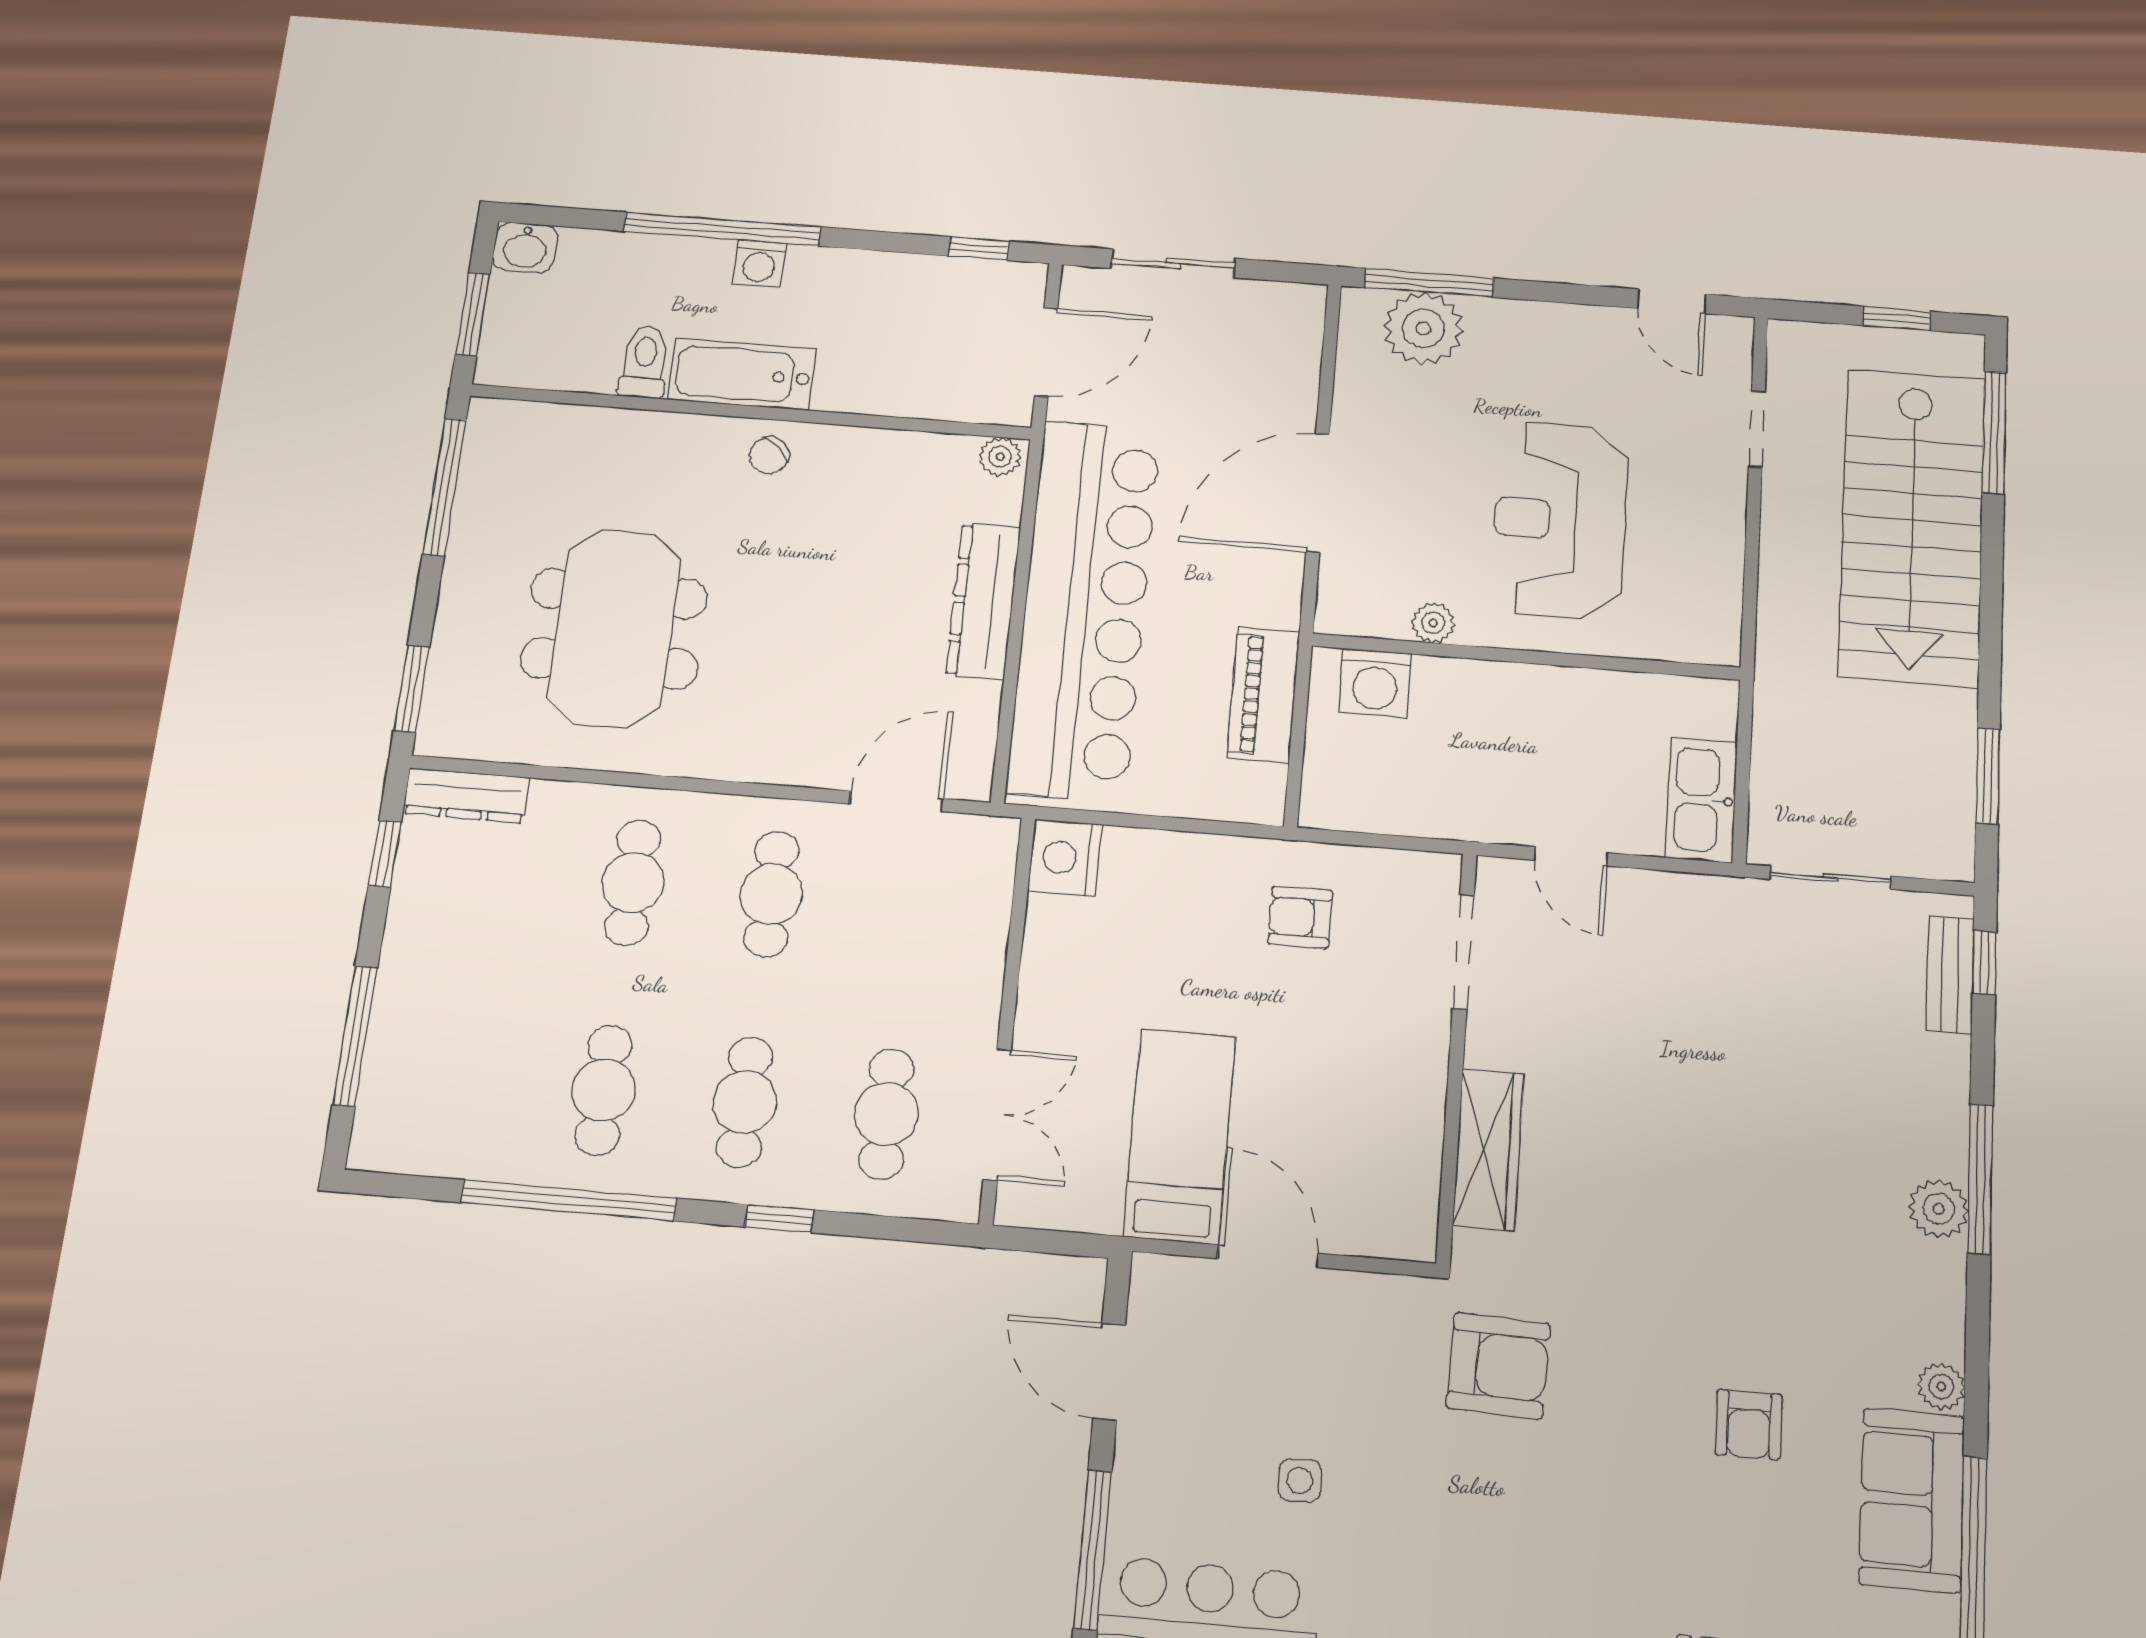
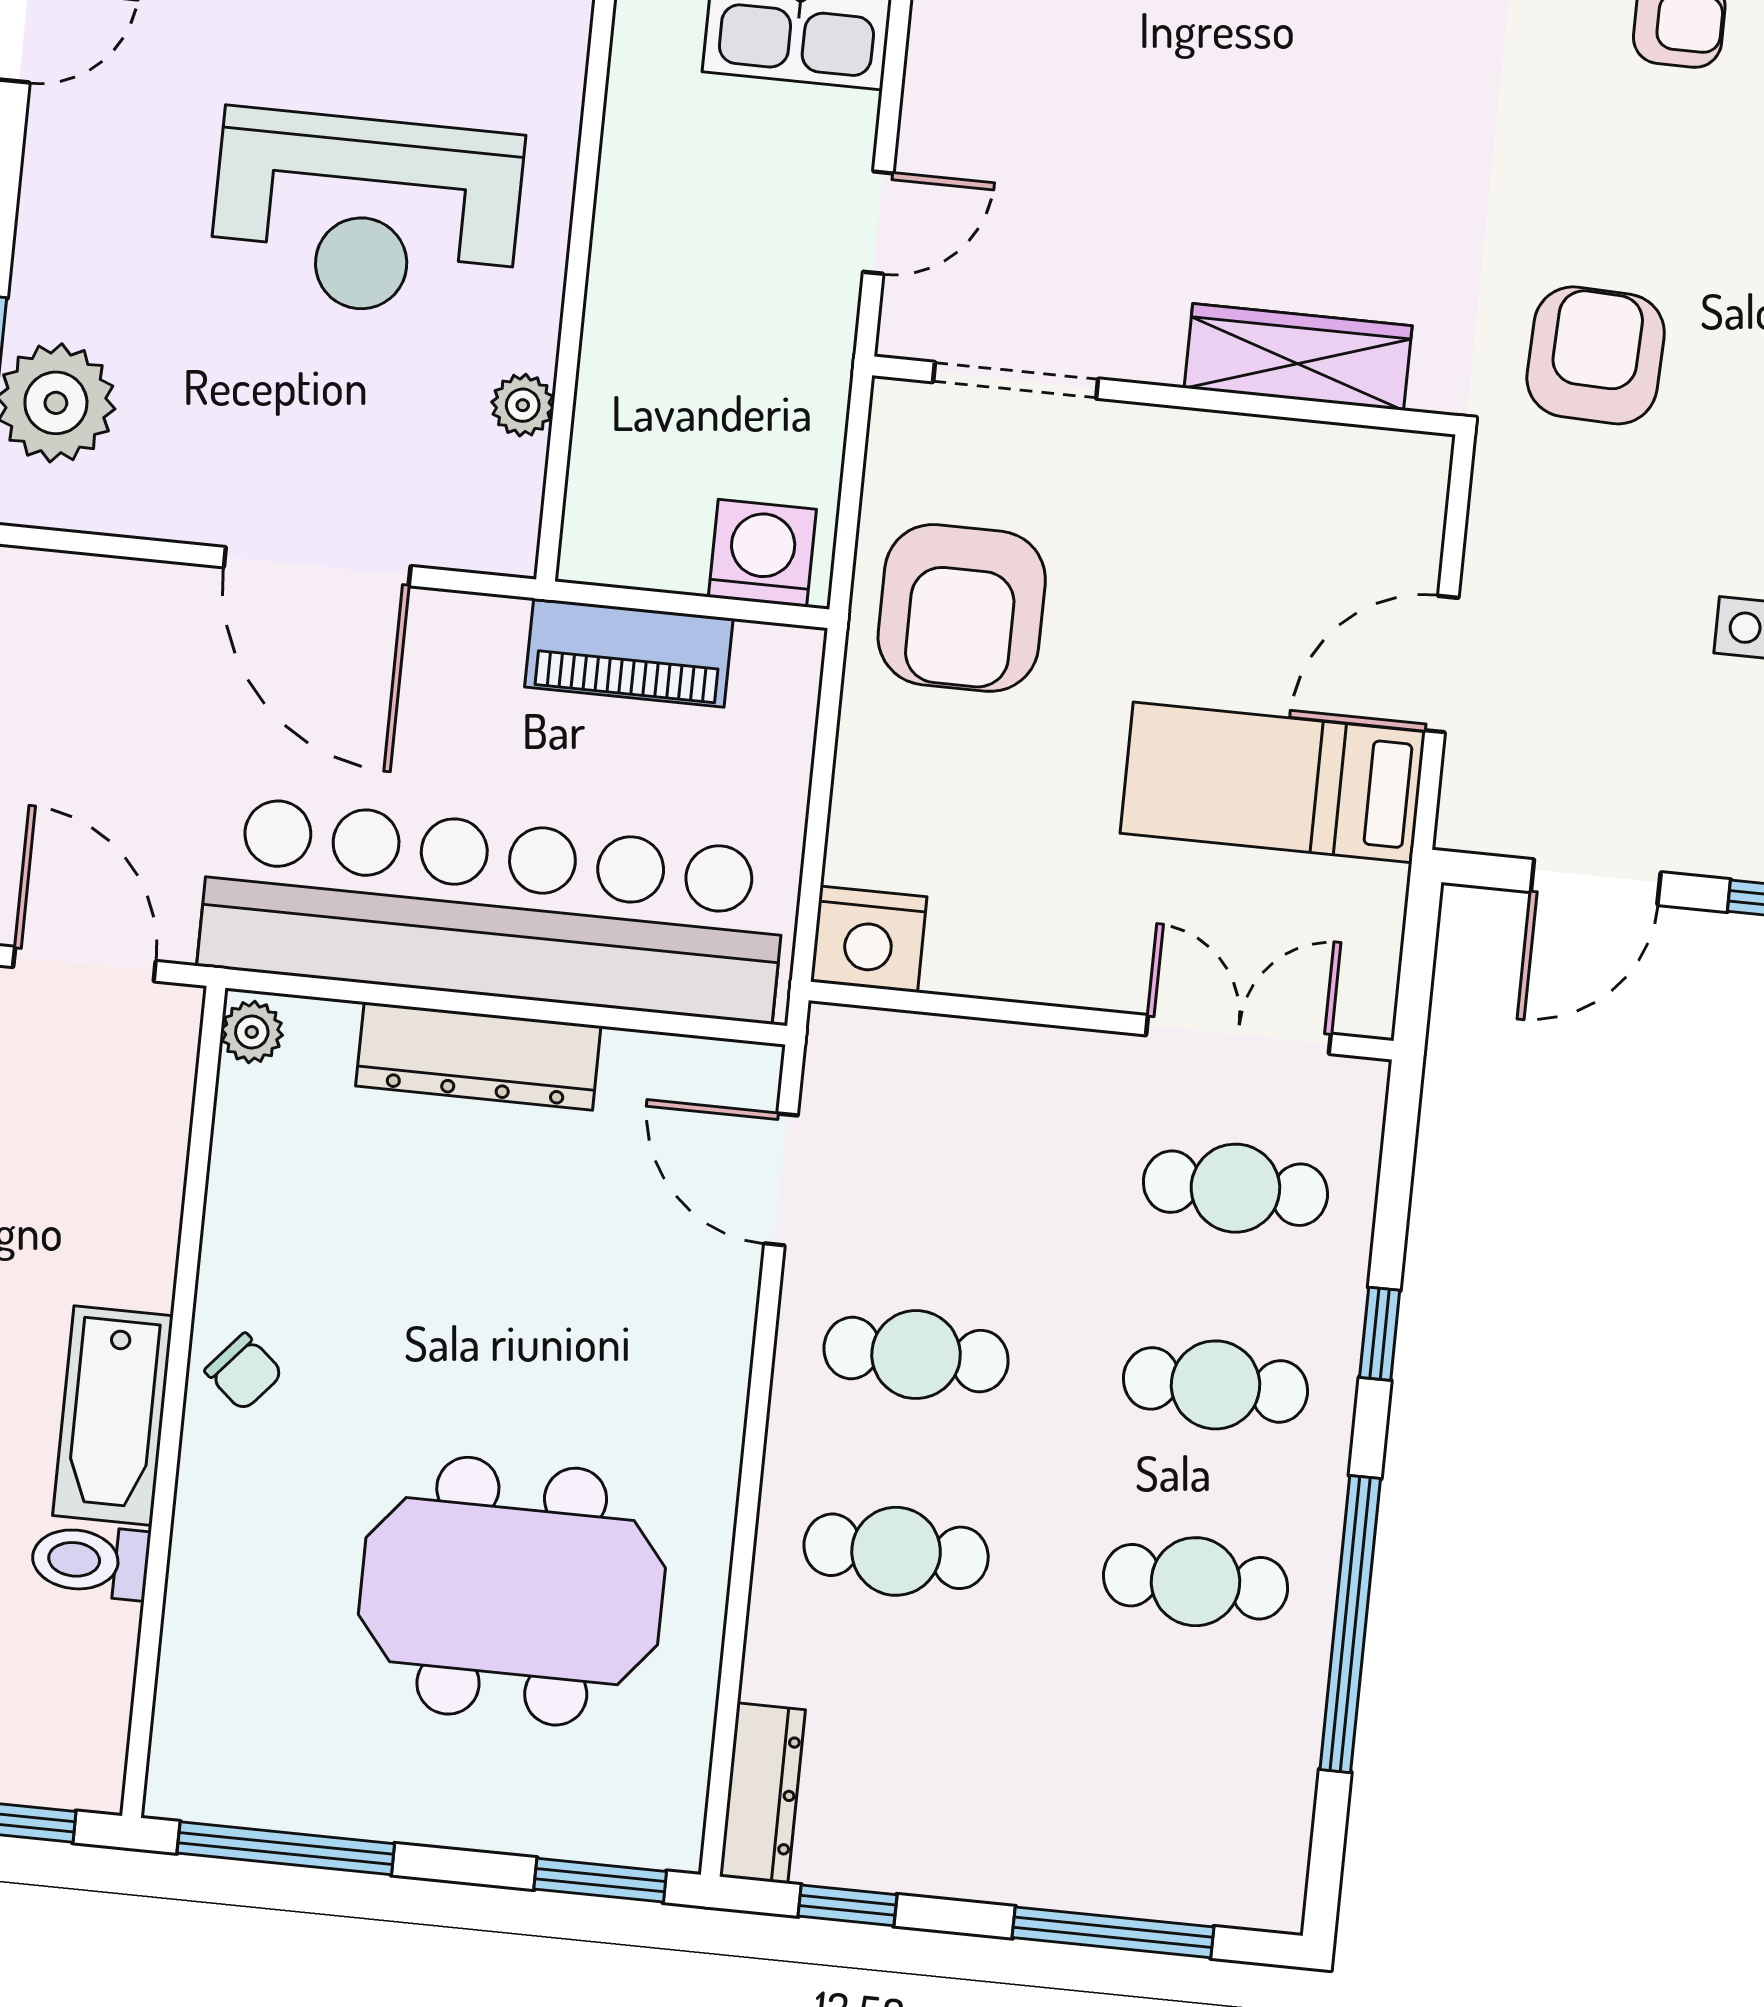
washing machine: (1375, 683) -> (762, 553), moved, turned -90
armchair: (1300, 917) -> (962, 608), width x1.88, depth x1.88

